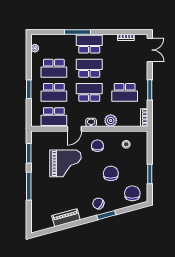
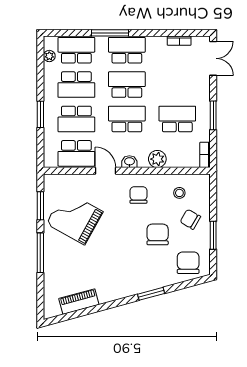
school desk: (54, 44) -> (76, 50), added
school desk: (125, 92) -> (177, 119), turned 180
door: (74, 129) -> (106, 171), swing flipped
grand piano: (65, 163) -> (75, 218), moved, turned -151
chair: (98, 203) -> (190, 219), moved
piano: (66, 218) -> (79, 302), moved

